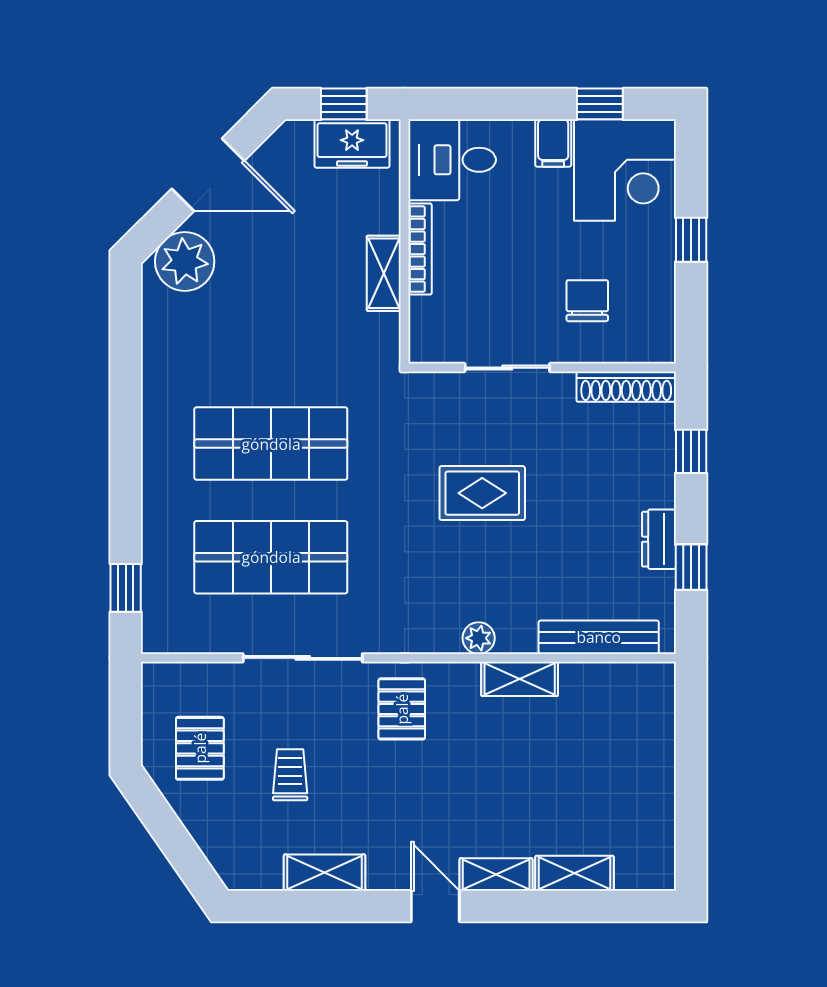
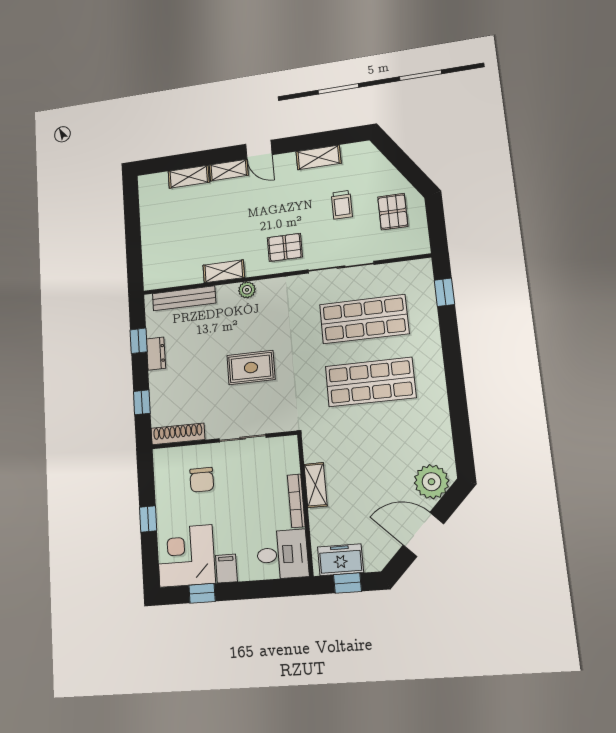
pallet: (402, 709) -> (285, 247), turned 90

